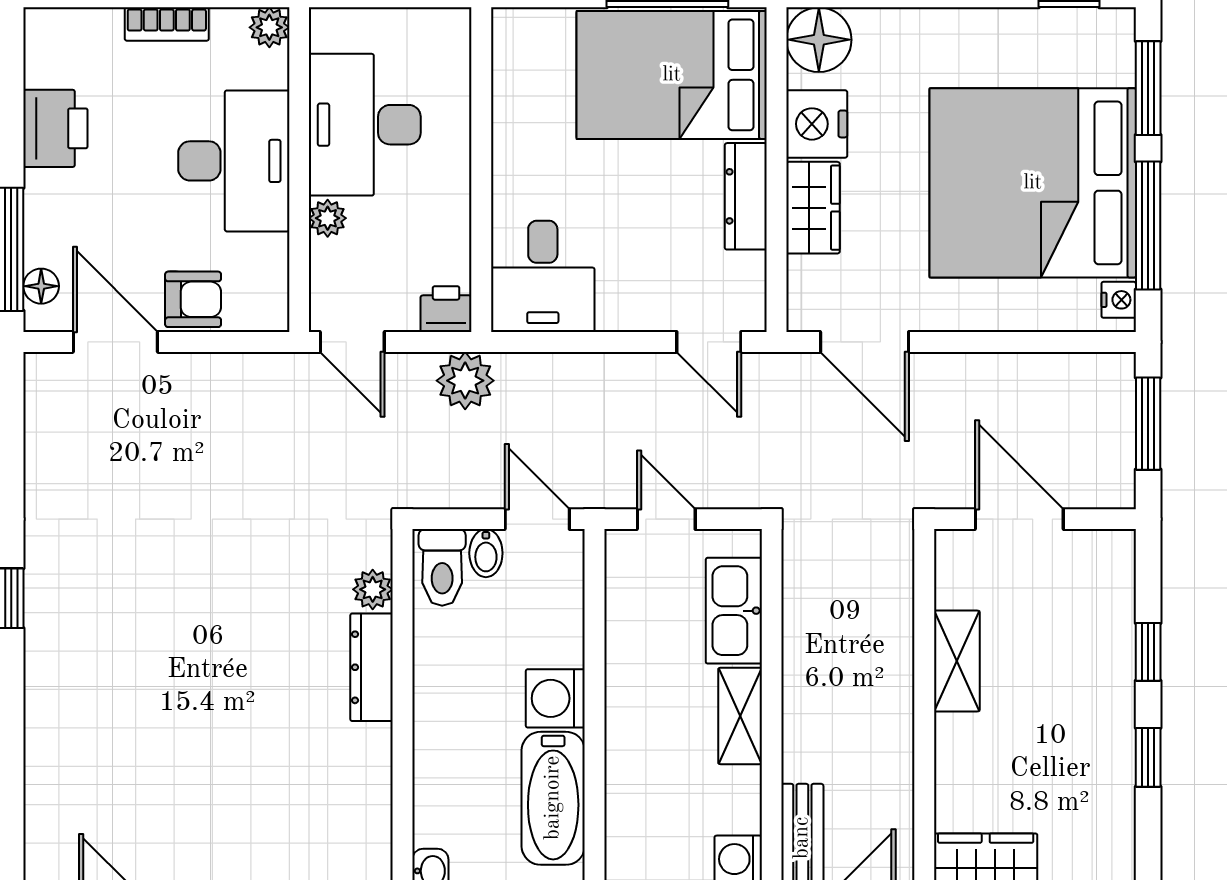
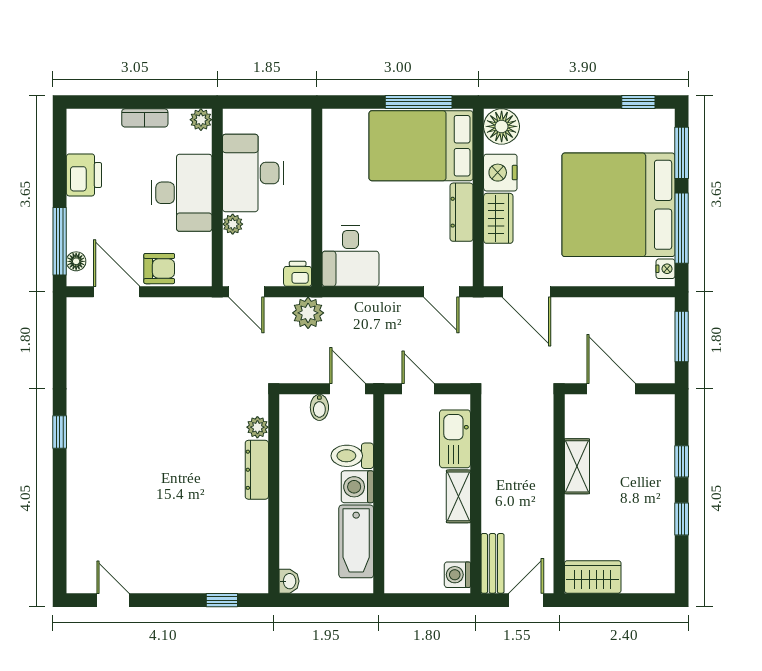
toilet: (442, 567) -> (352, 456), moved, turned 90

